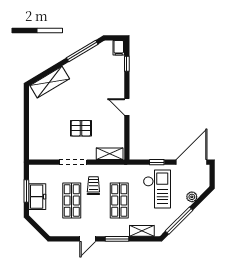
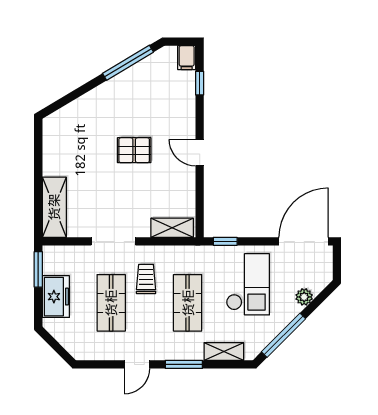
shelving: (50, 82) -> (54, 207), moved, turned -59
pallet: (81, 128) -> (134, 150), moved
window: (157, 162) -> (225, 241), moved
window: (26, 191) -> (38, 269), moved

